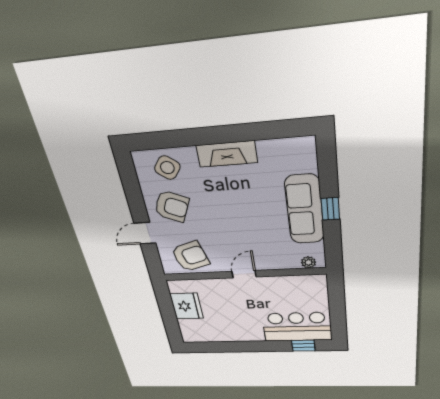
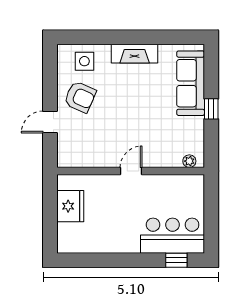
side table: (167, 168) -> (84, 61), turned -37
sofa: (305, 210) -> (191, 83), moved
armchair: (190, 256) -> (86, 149), removed

